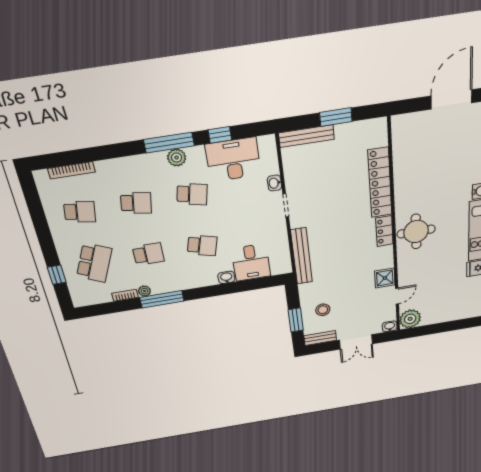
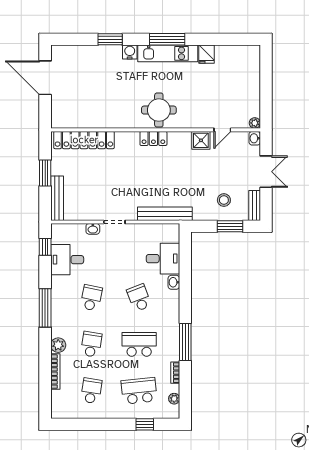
window: (220, 135) -> (45, 247), moved
plant: (177, 158) -> (58, 345), moved
desk: (233, 160) -> (67, 260), width x0.73
bookcase: (71, 170) -> (55, 372), moved
locker: (380, 183) -> (84, 140), moved
school desk: (202, 245) -> (139, 298), turned -36
school desk: (148, 254) -> (139, 344), width x1.85
school desk: (94, 263) -> (139, 391), turned -30
plant: (144, 291) -> (174, 399), moved
door: (397, 296) -> (222, 130), swing flipped
plant: (410, 319) -> (255, 123), width x0.53, depth x0.53

